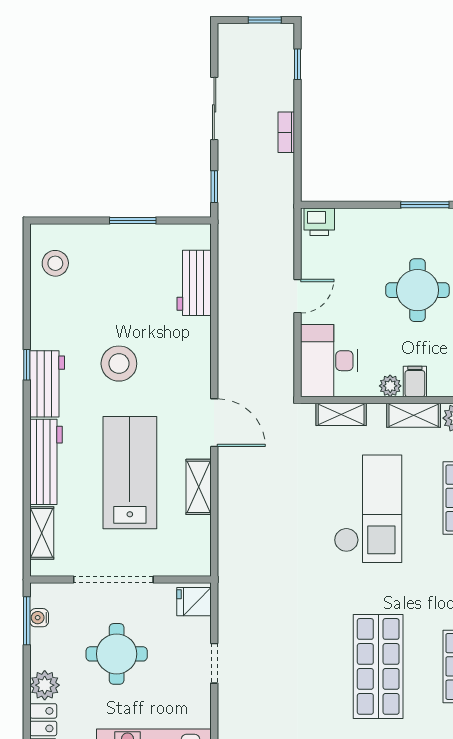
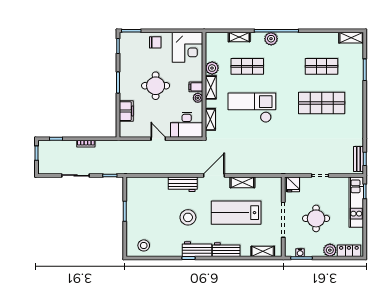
printer: (319, 222) -> (125, 129), removed
filing cabinet: (360, 224) -> (126, 111), added
workbench: (194, 283) -> (183, 184), moved
workbench: (46, 462) -> (226, 250), width x0.73

